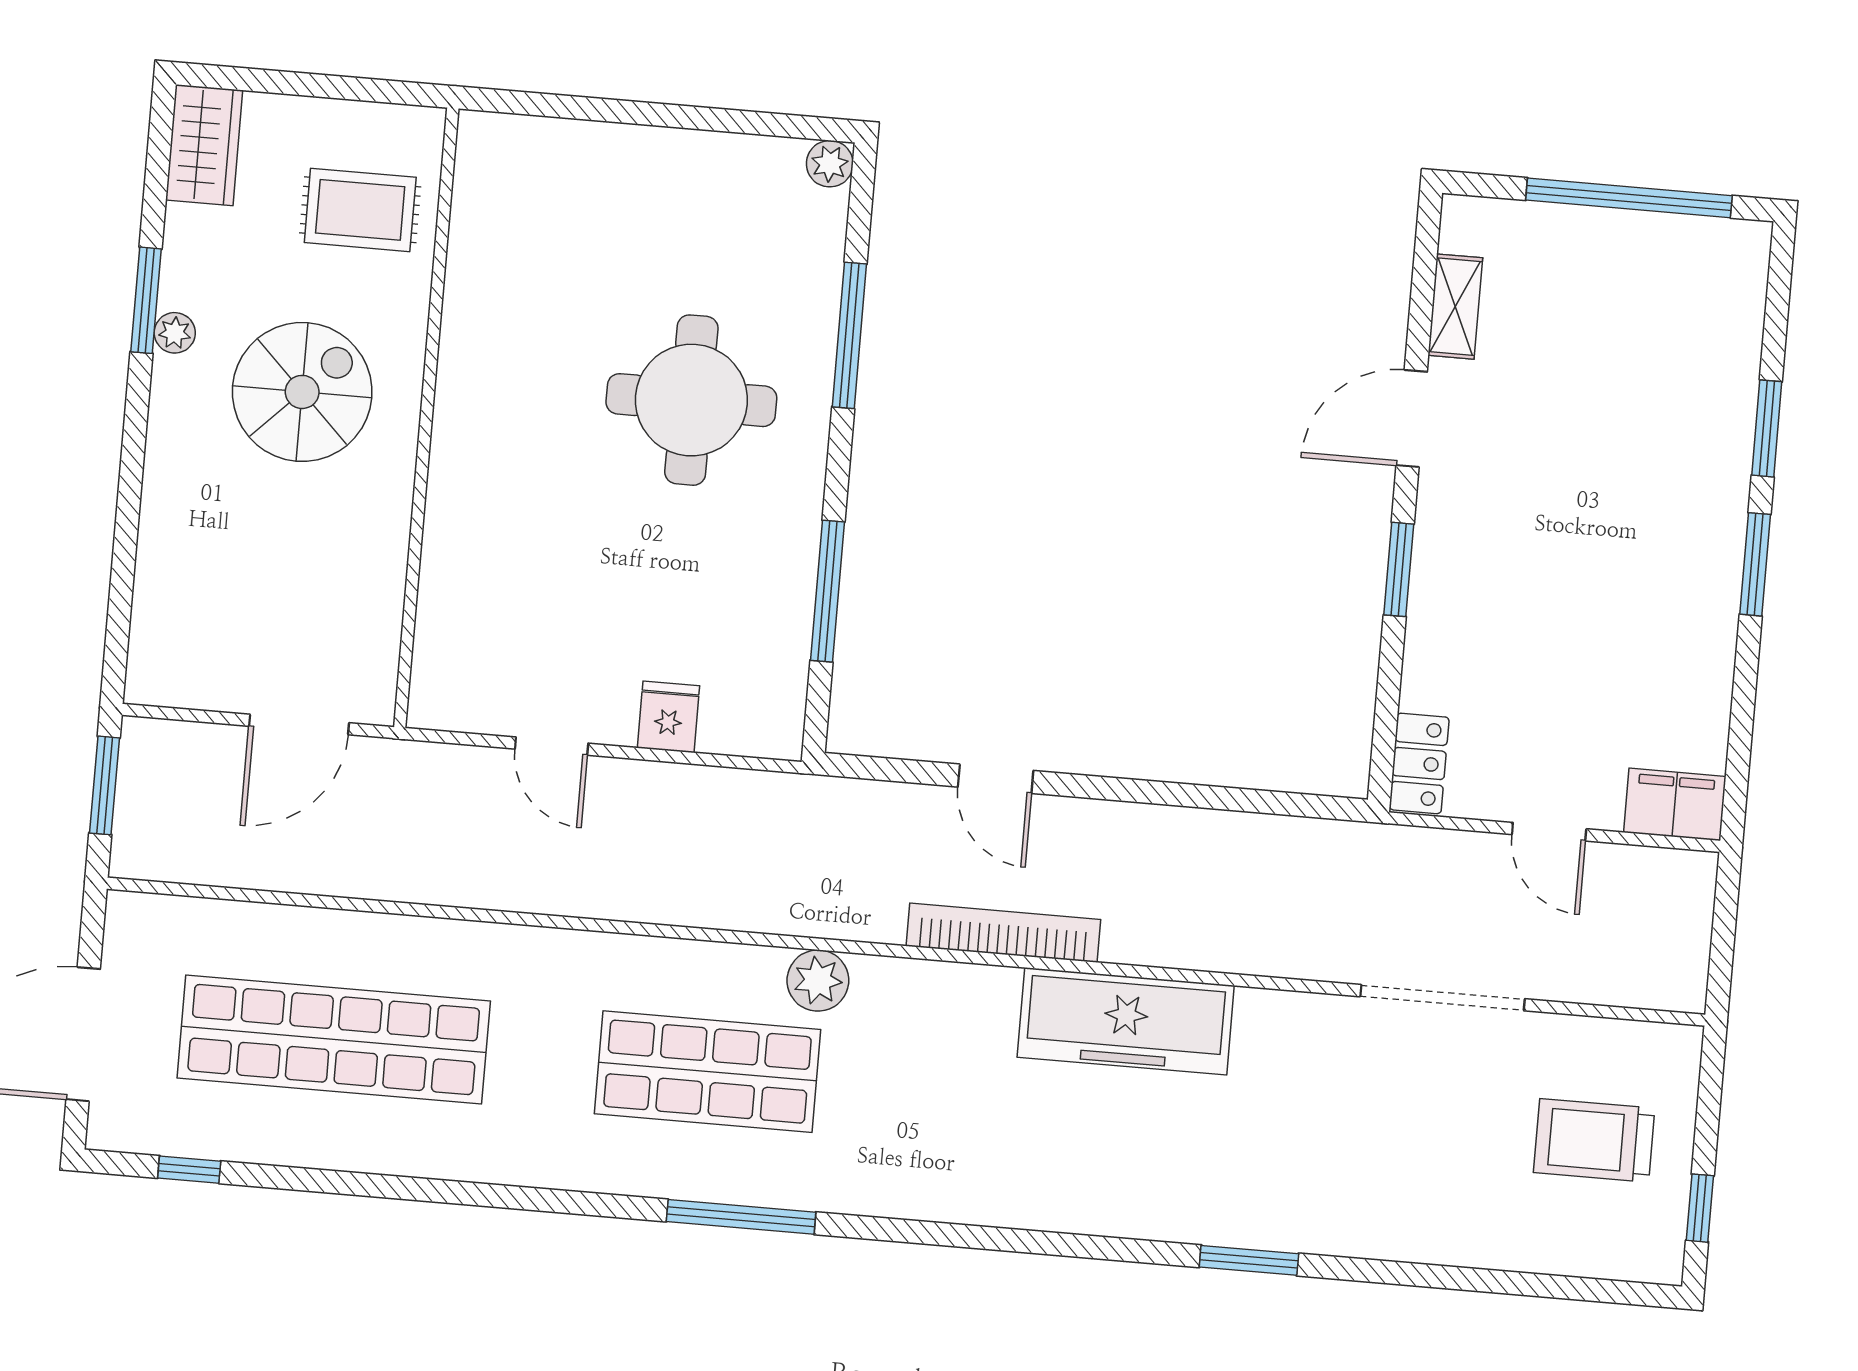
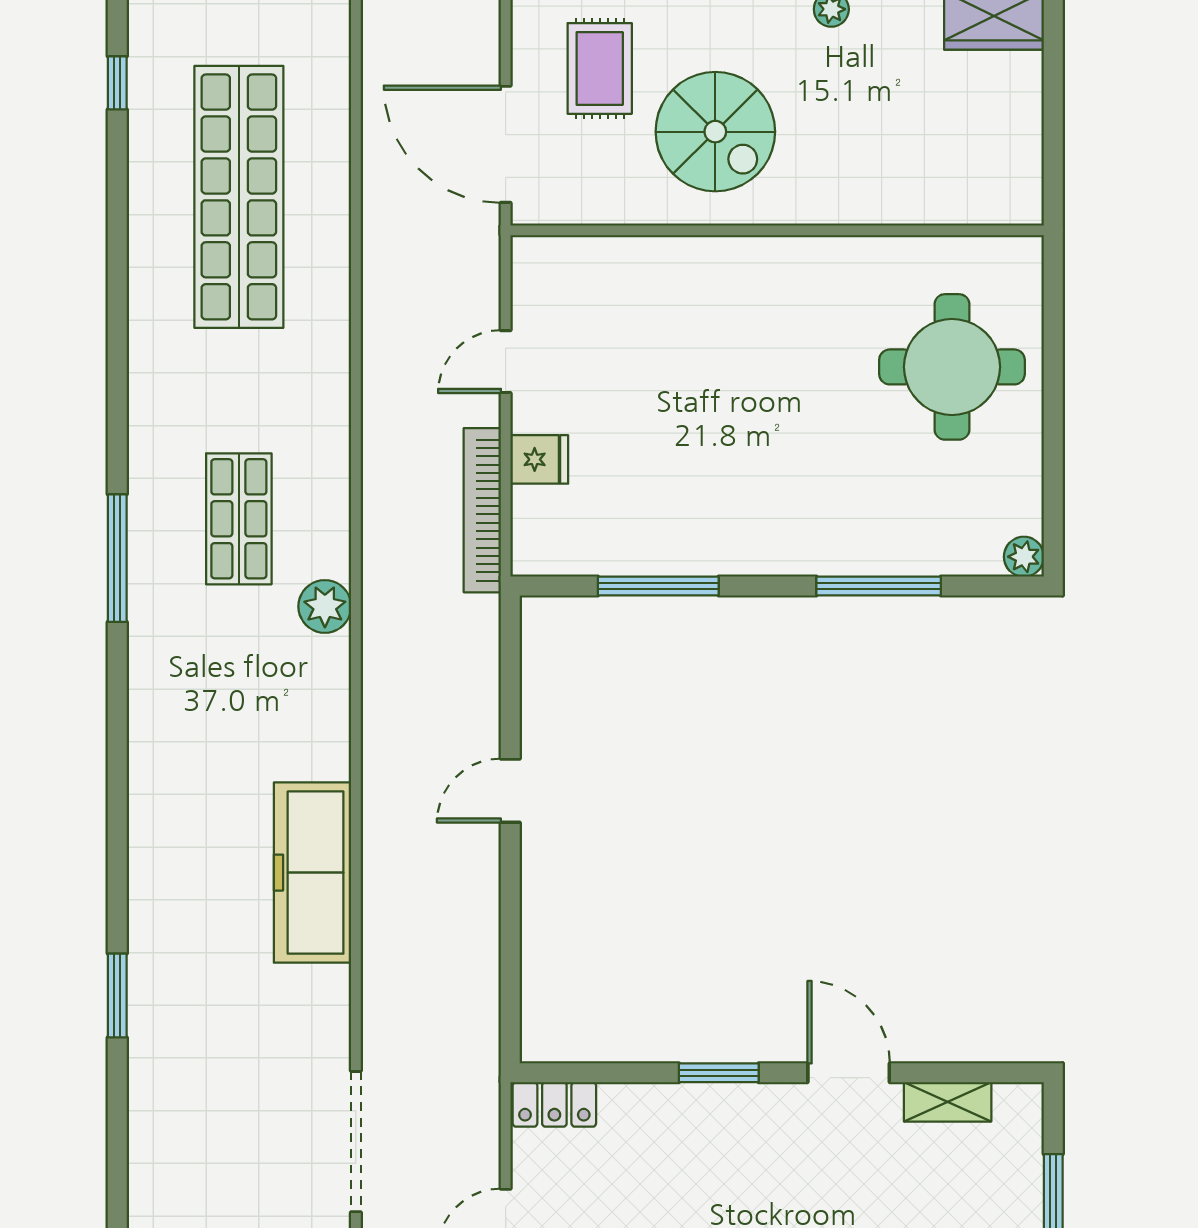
rug: (360, 210) -> (600, 68), moved
spiral stairs: (302, 392) -> (715, 132), moved
round table: (691, 400) -> (952, 367), moved
door: (299, 724) -> (506, 144), width x1.36
door: (996, 779) -> (510, 791), moved
bookcase: (1003, 933) -> (482, 510), moved, turned 180
shop shelf: (708, 1072) -> (239, 519), width x0.70, depth x0.74

